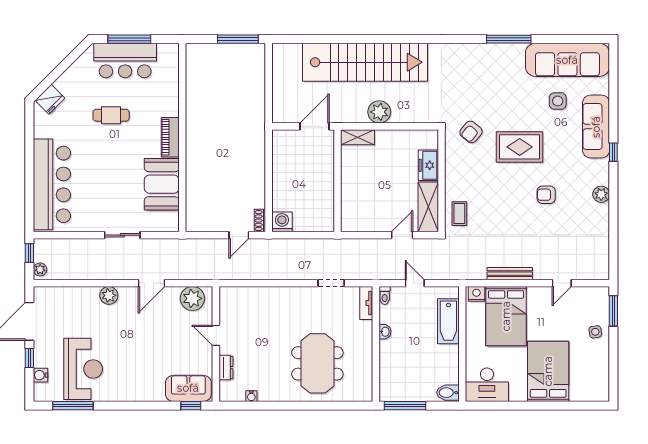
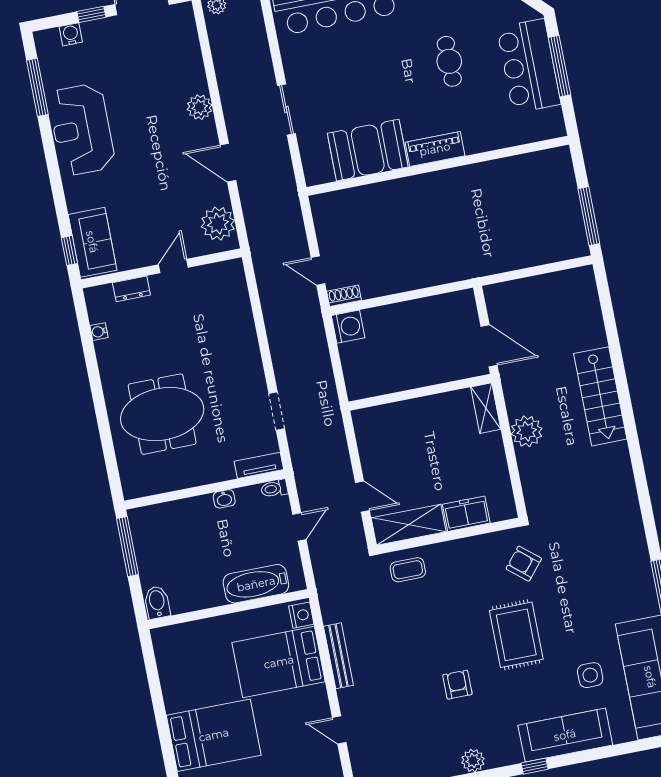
stairs: (365, 62) -> (600, 396), width x0.54, depth x0.66
reception desk: (83, 369) -> (82, 130), moved, turned 90
desk: (487, 385) -> (179, 654), removed

